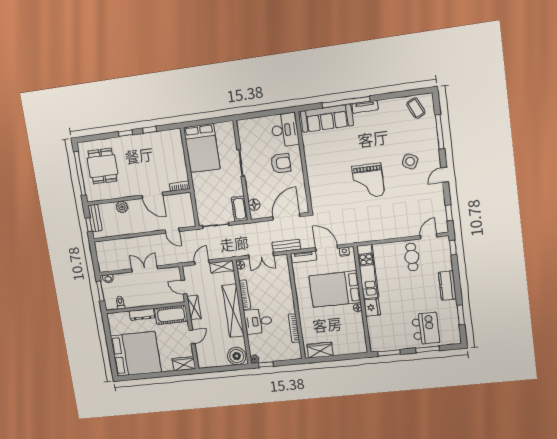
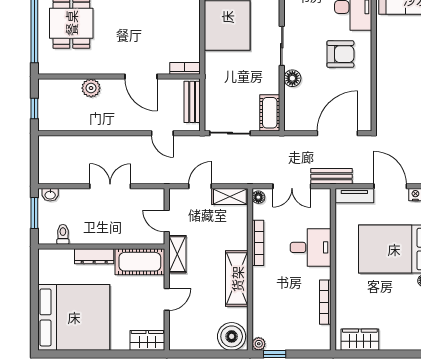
floor lamp: (254, 205) -> (292, 78), moved
bench: (95, 218) -> (192, 102), moved
shelving: (233, 311) -> (237, 279), width x0.68
desk: (258, 321) -> (311, 247), moved, turned 180

